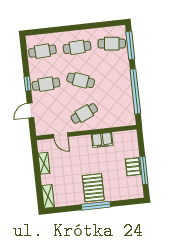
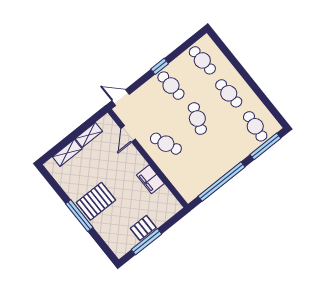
door: (30, 111) -> (121, 98), moved
shelving: (48, 196) -> (67, 153), moved

